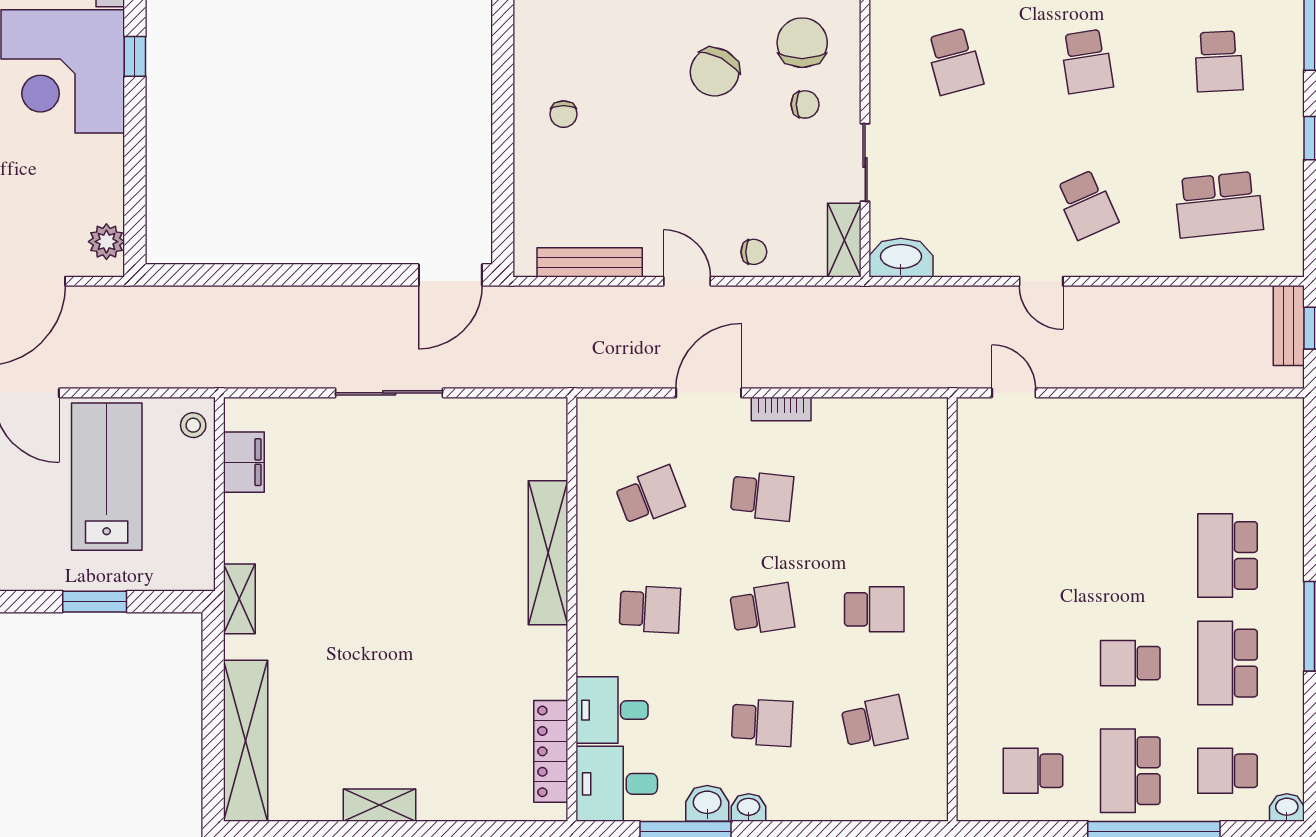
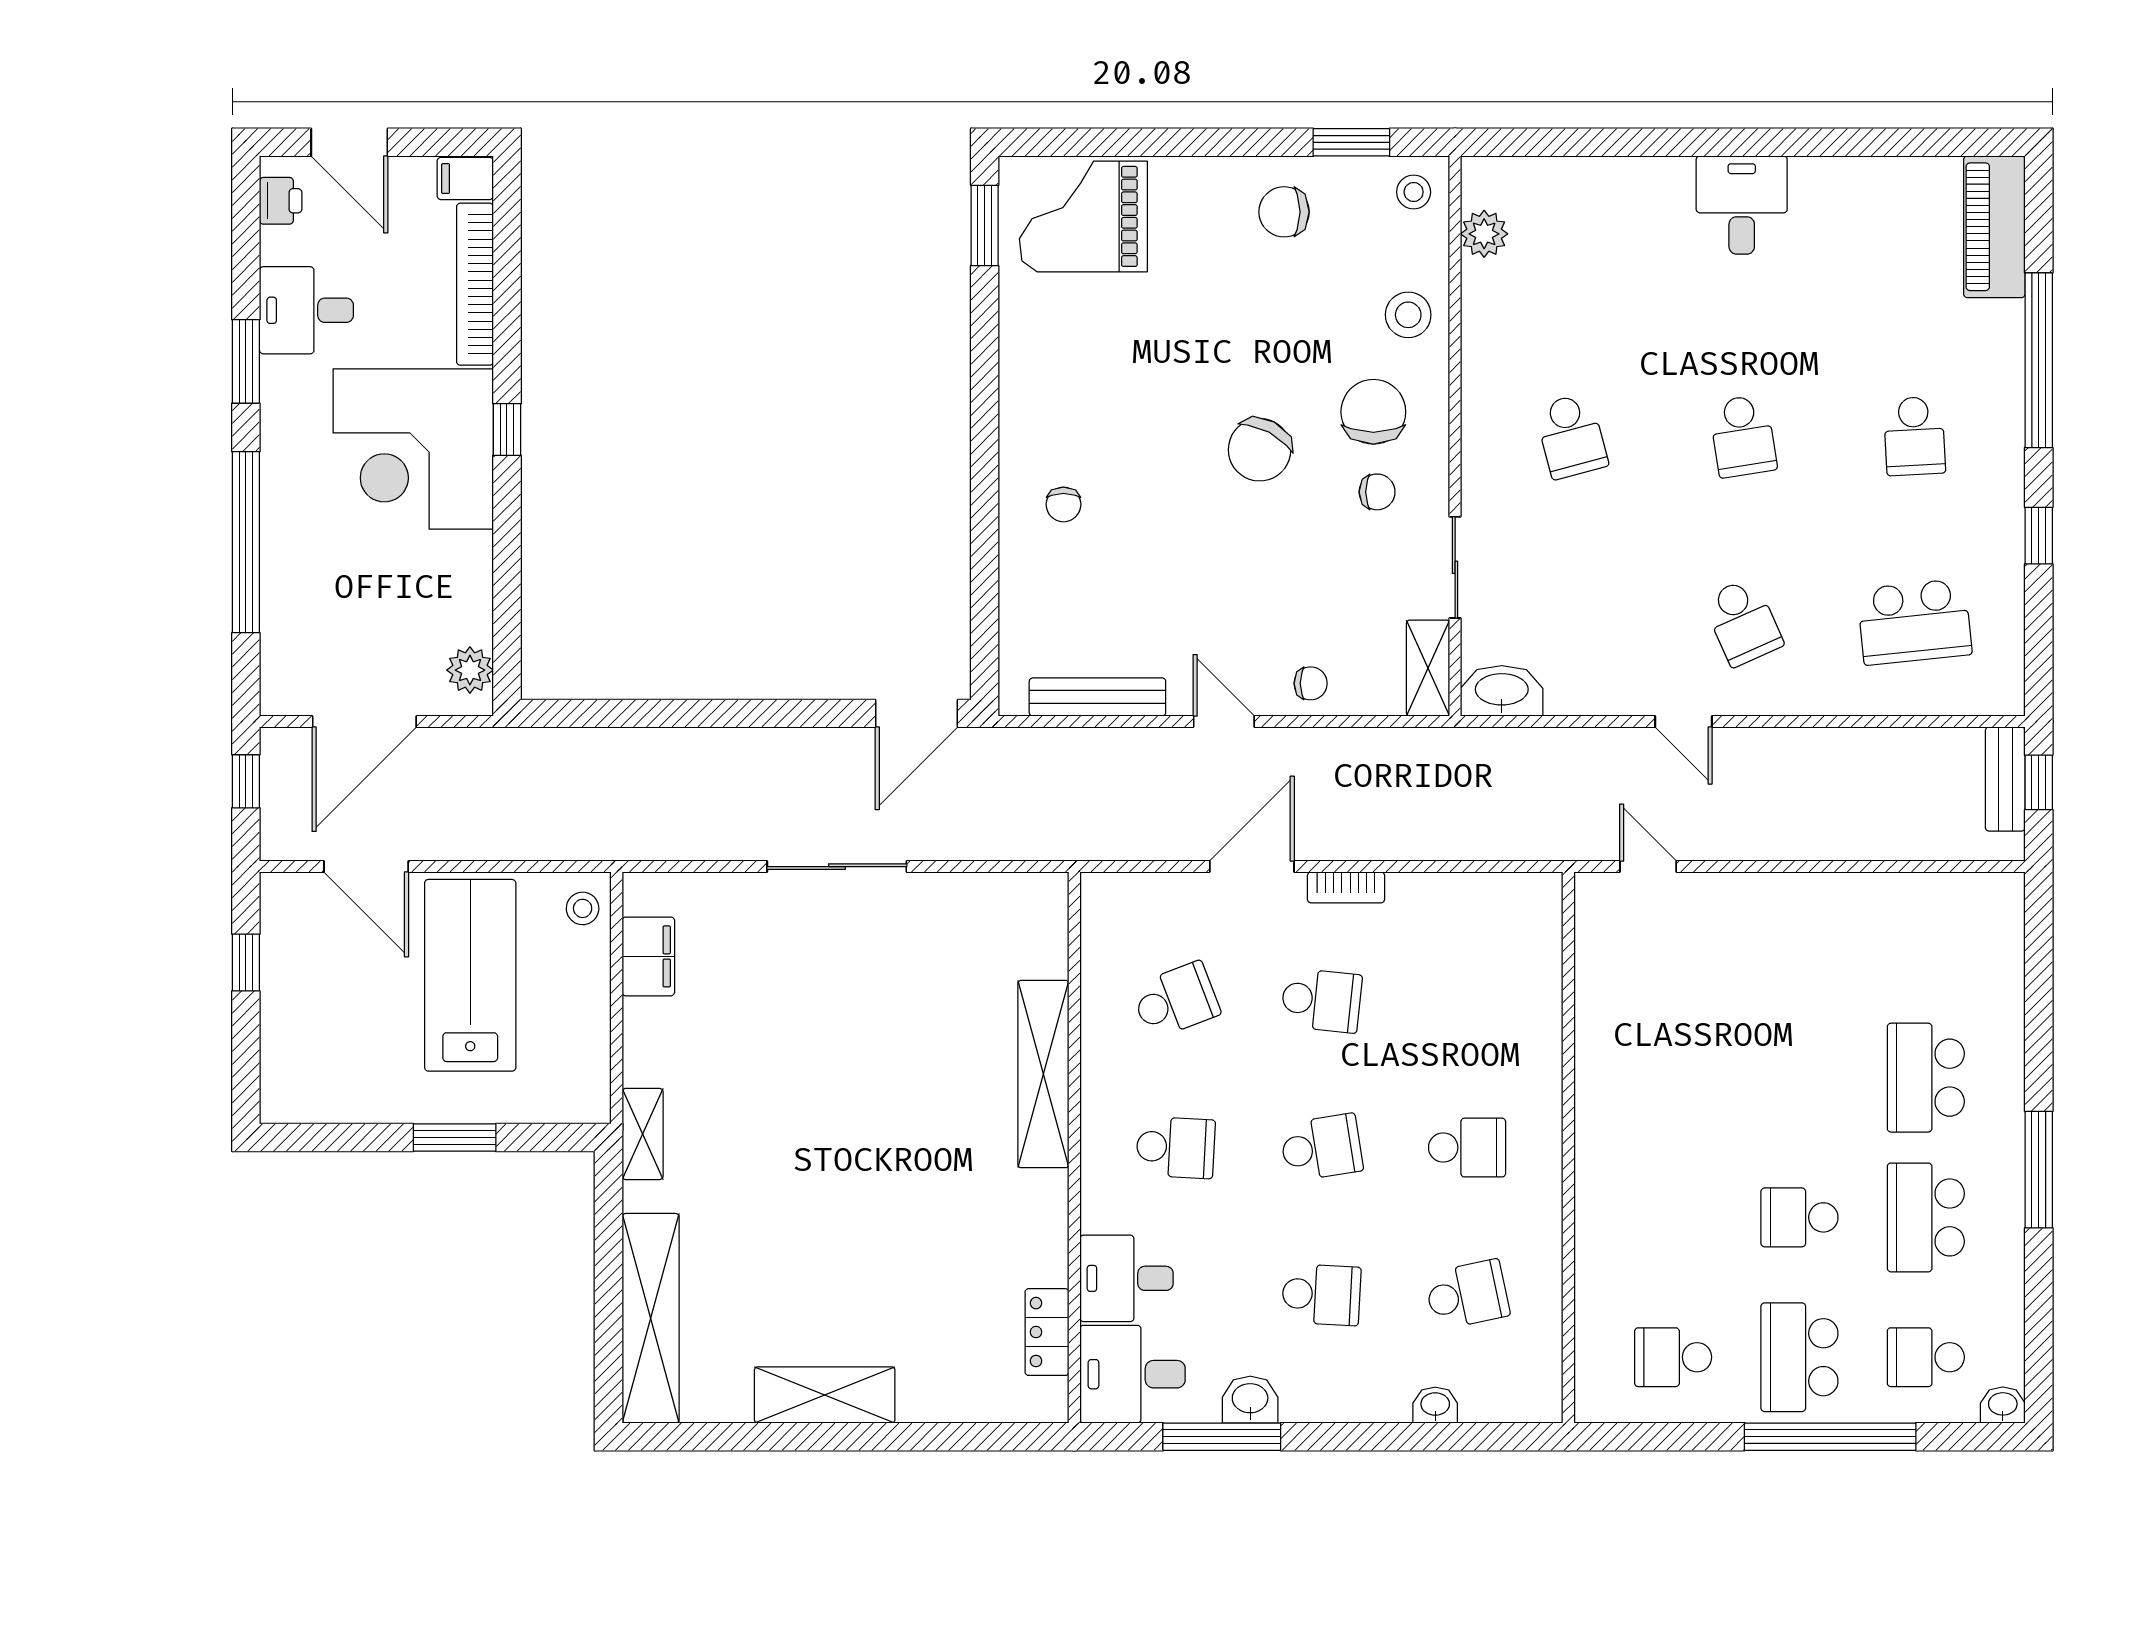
locker: (551, 751) -> (1047, 1332), width x0.66
shelving: (380, 805) -> (825, 1395), width x1.50, depth x1.33
washbasin: (749, 808) -> (1435, 1405), moved

